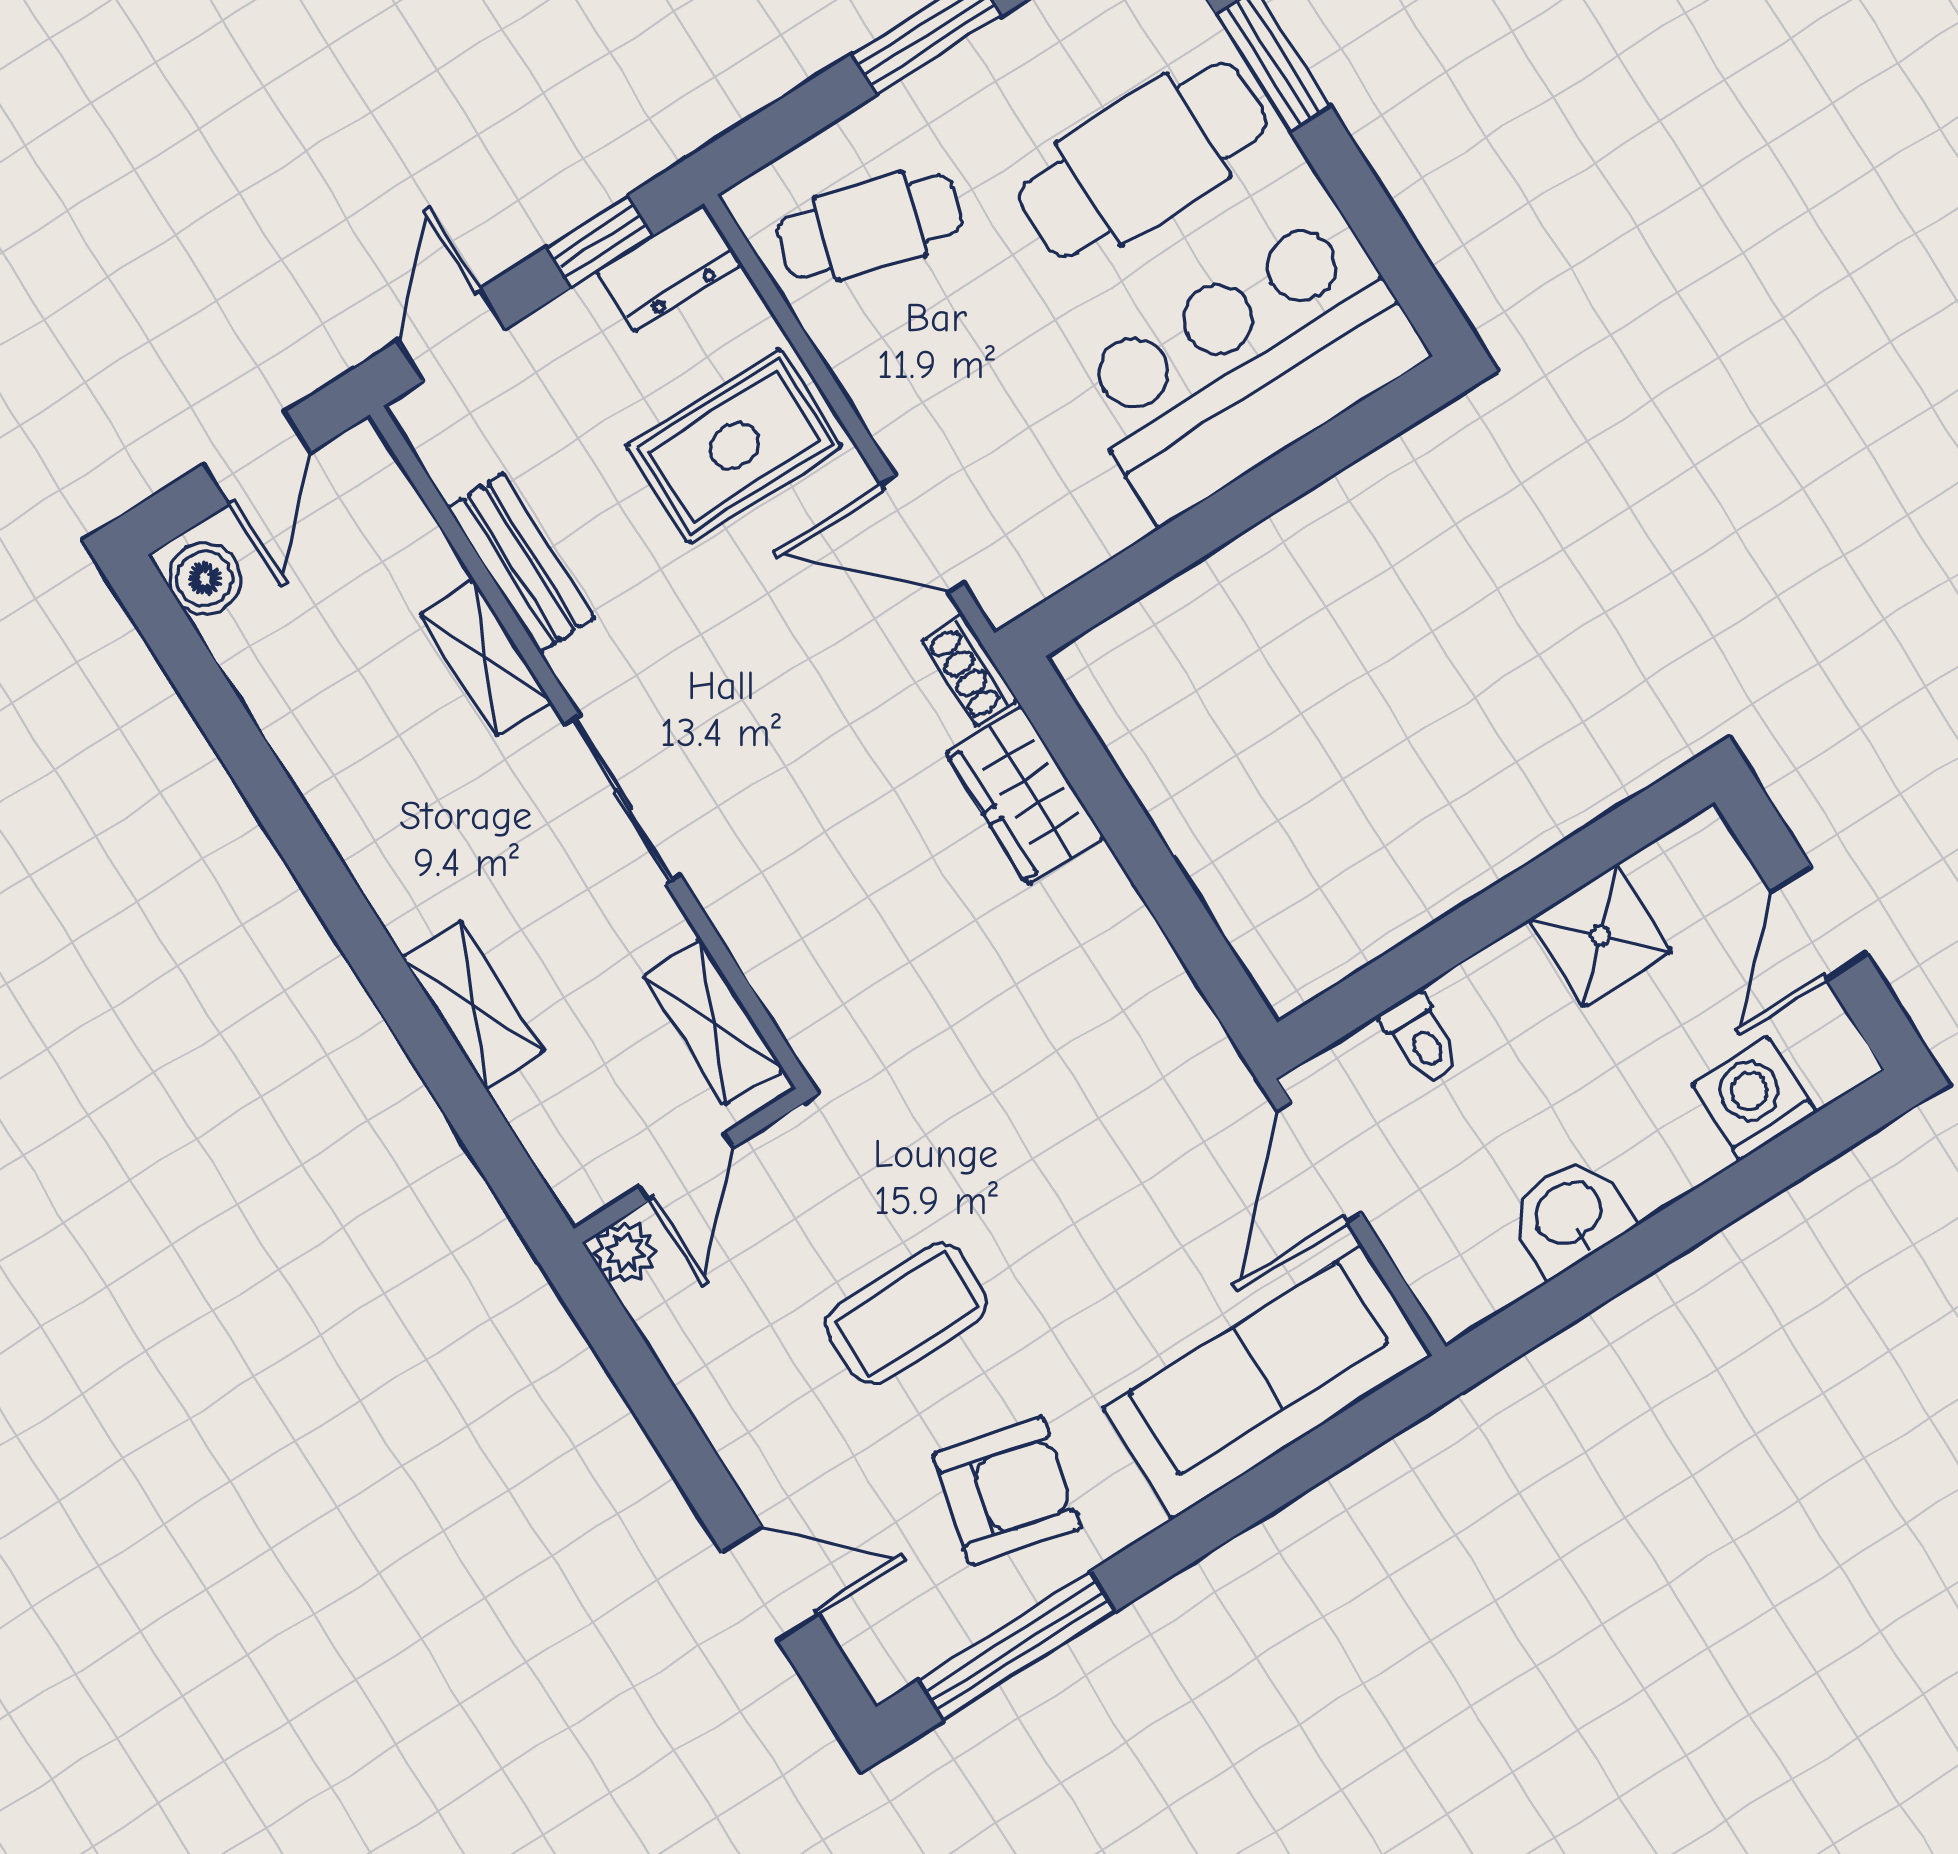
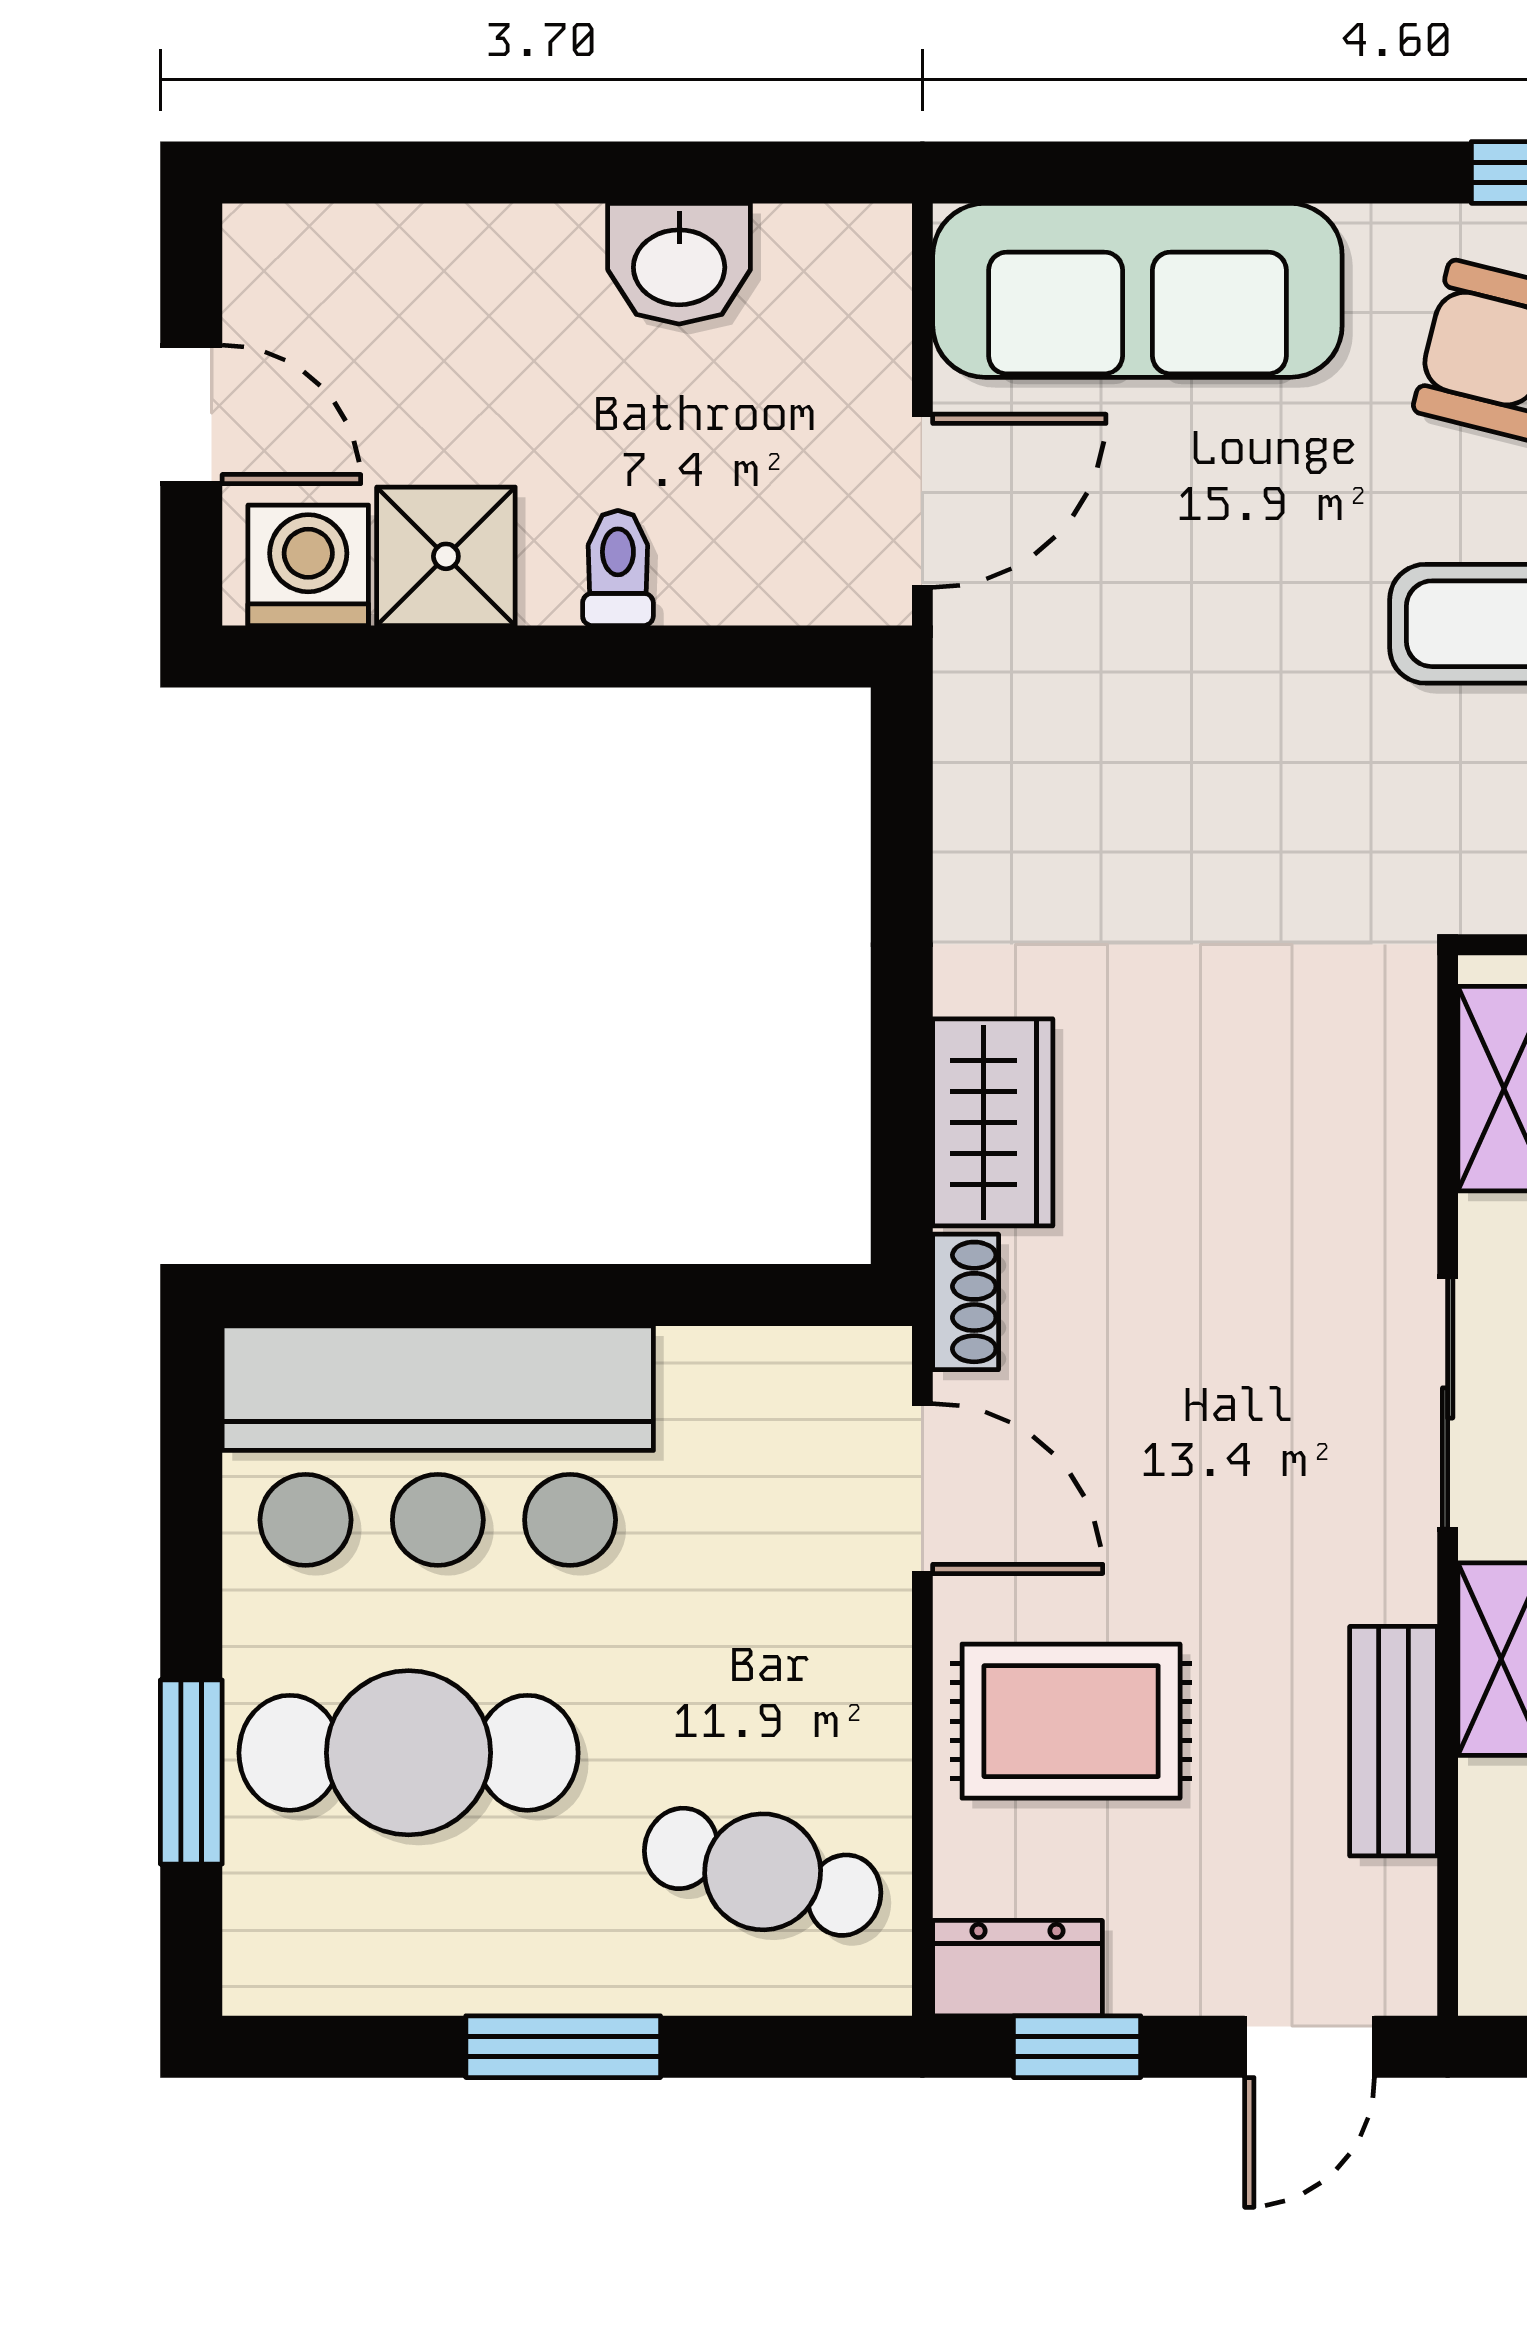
door: (1819, 923) -> (191, 414), hinge flipped
toilet: (1421, 1038) -> (618, 568), moved
washing machine: (1754, 1098) -> (308, 565), moved, turned 180

